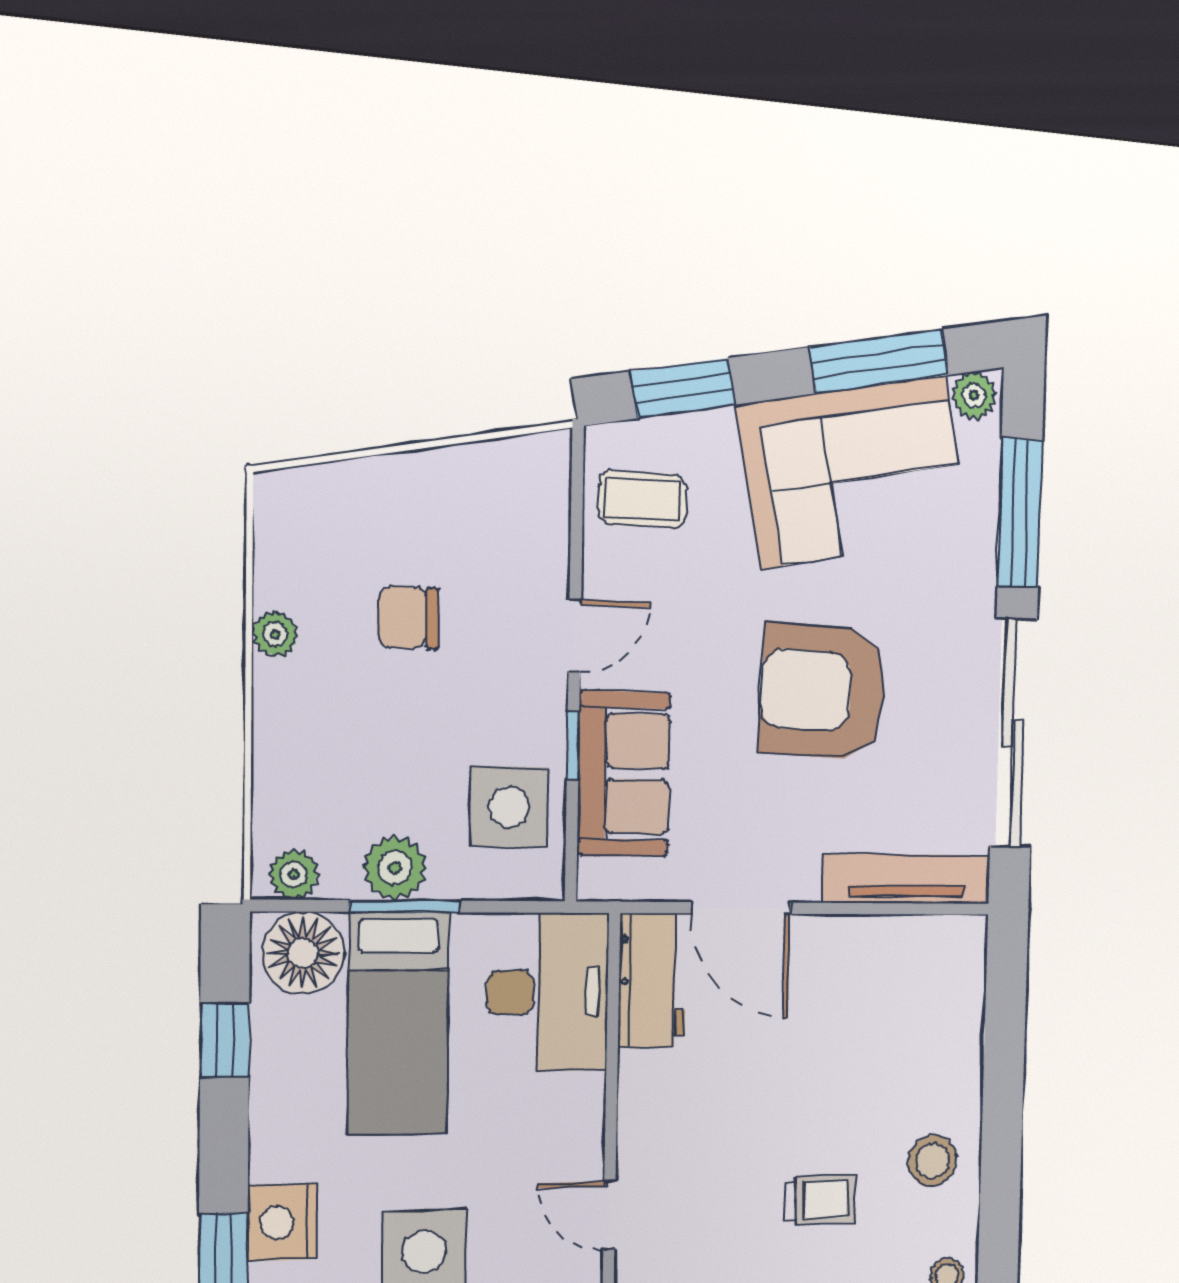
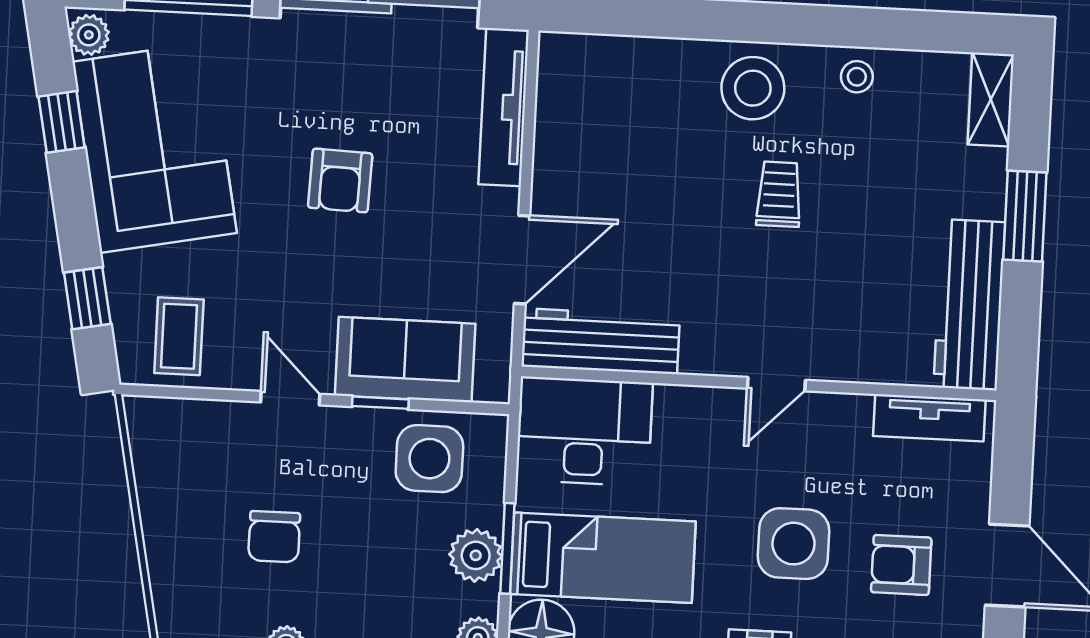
window: (880, 361) -> (62, 122), width x0.46
window: (683, 388) -> (87, 298), width x0.67
armchair: (823, 691) -> (340, 180), width x0.53, depth x0.53
workbench: (652, 980) -> (601, 341), width x1.38
stool: (932, 1161) -> (753, 88), width x1.38, depth x1.38

